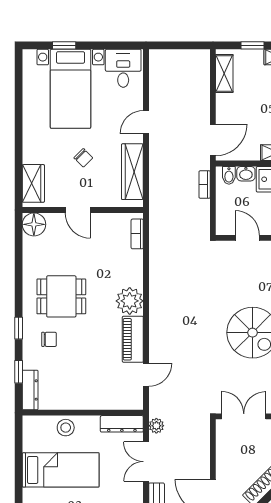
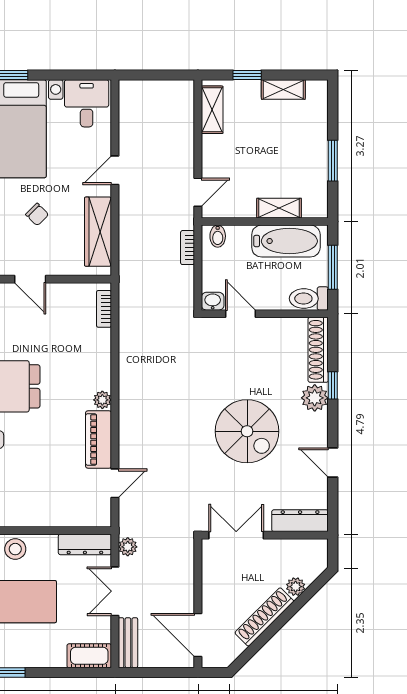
door: (213, 140) -> (198, 192), width x0.73
washbasin: (246, 174) -> (213, 301), moved, turned 180
plant: (130, 301) -> (102, 400), width x0.53, depth x0.53

